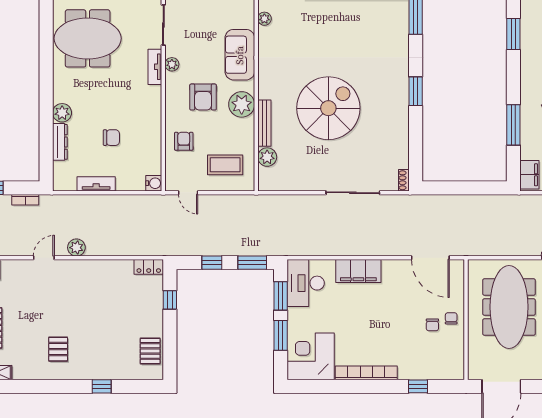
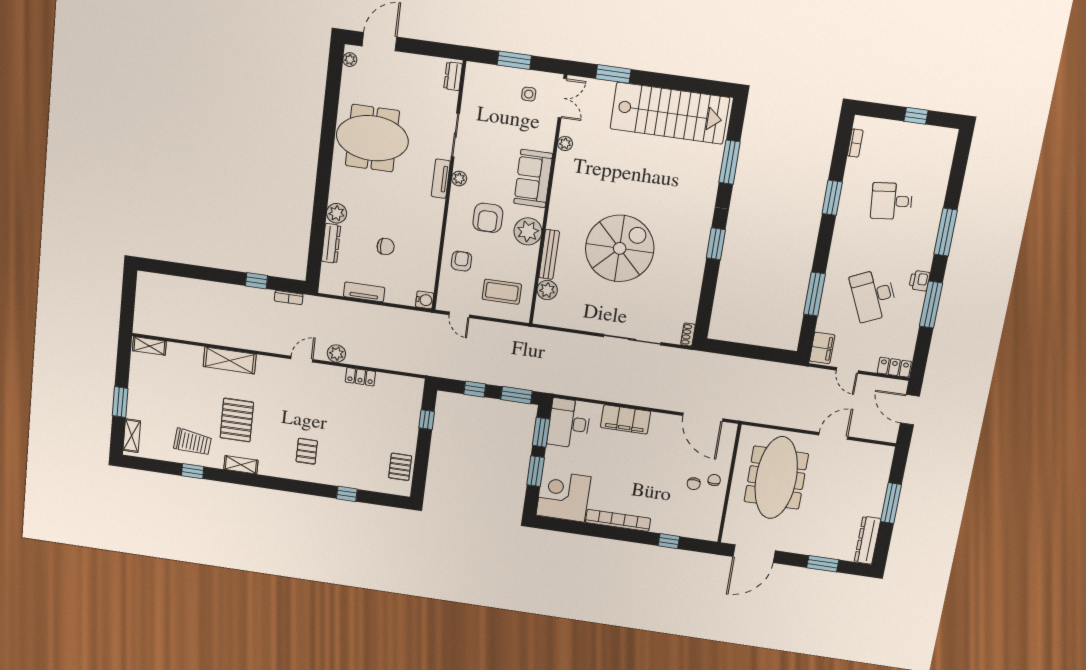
locker: (149, 267) -> (360, 377), moved

